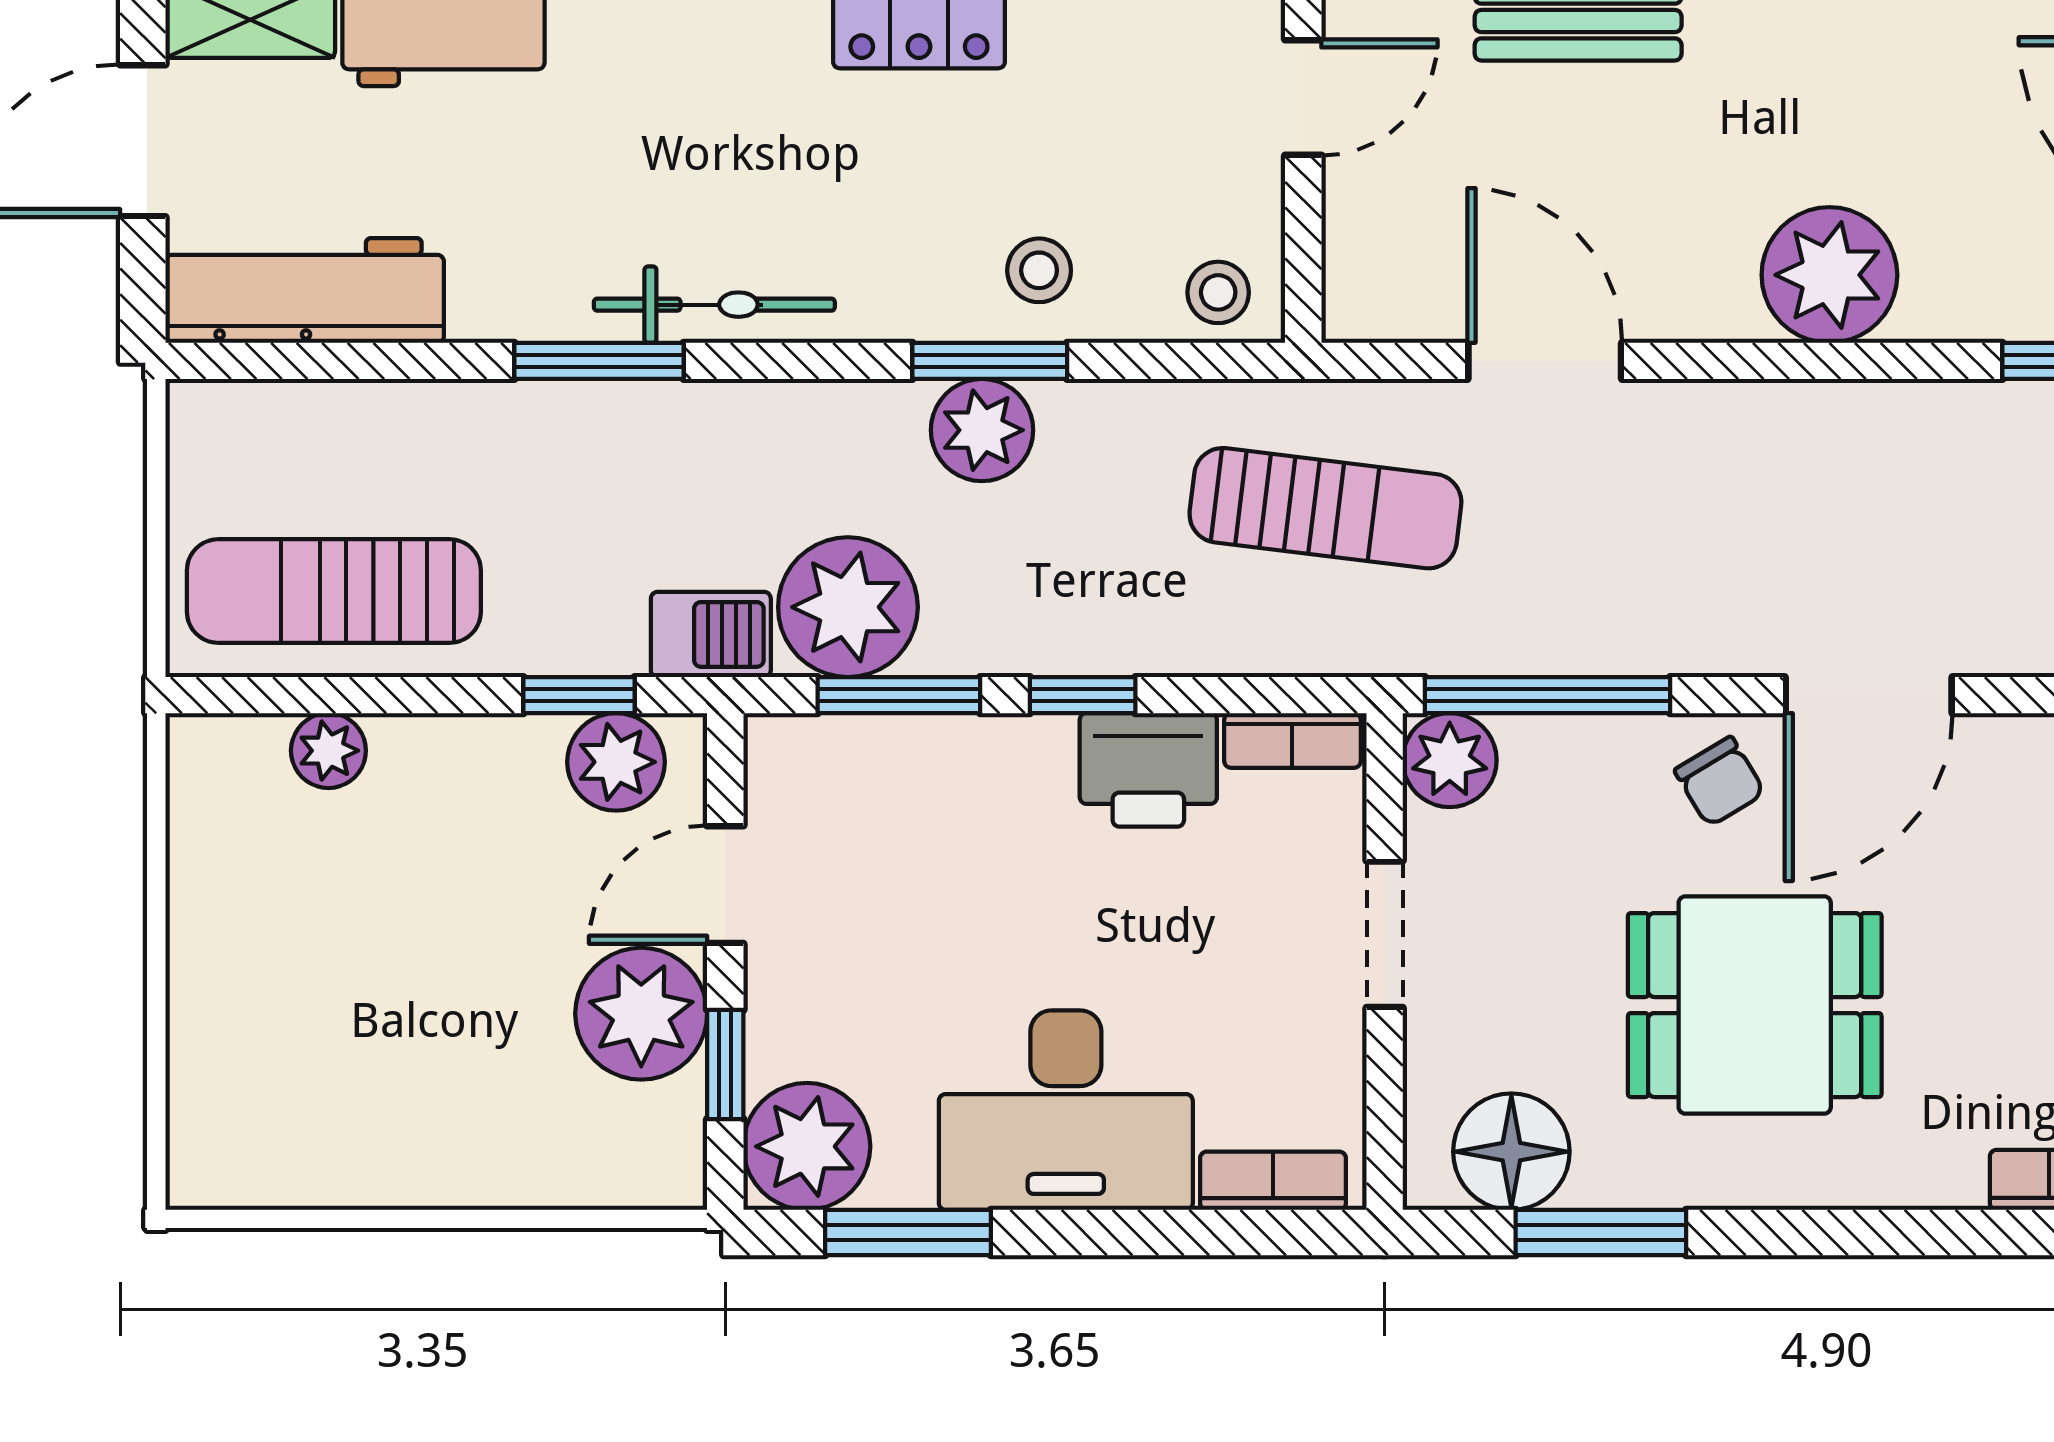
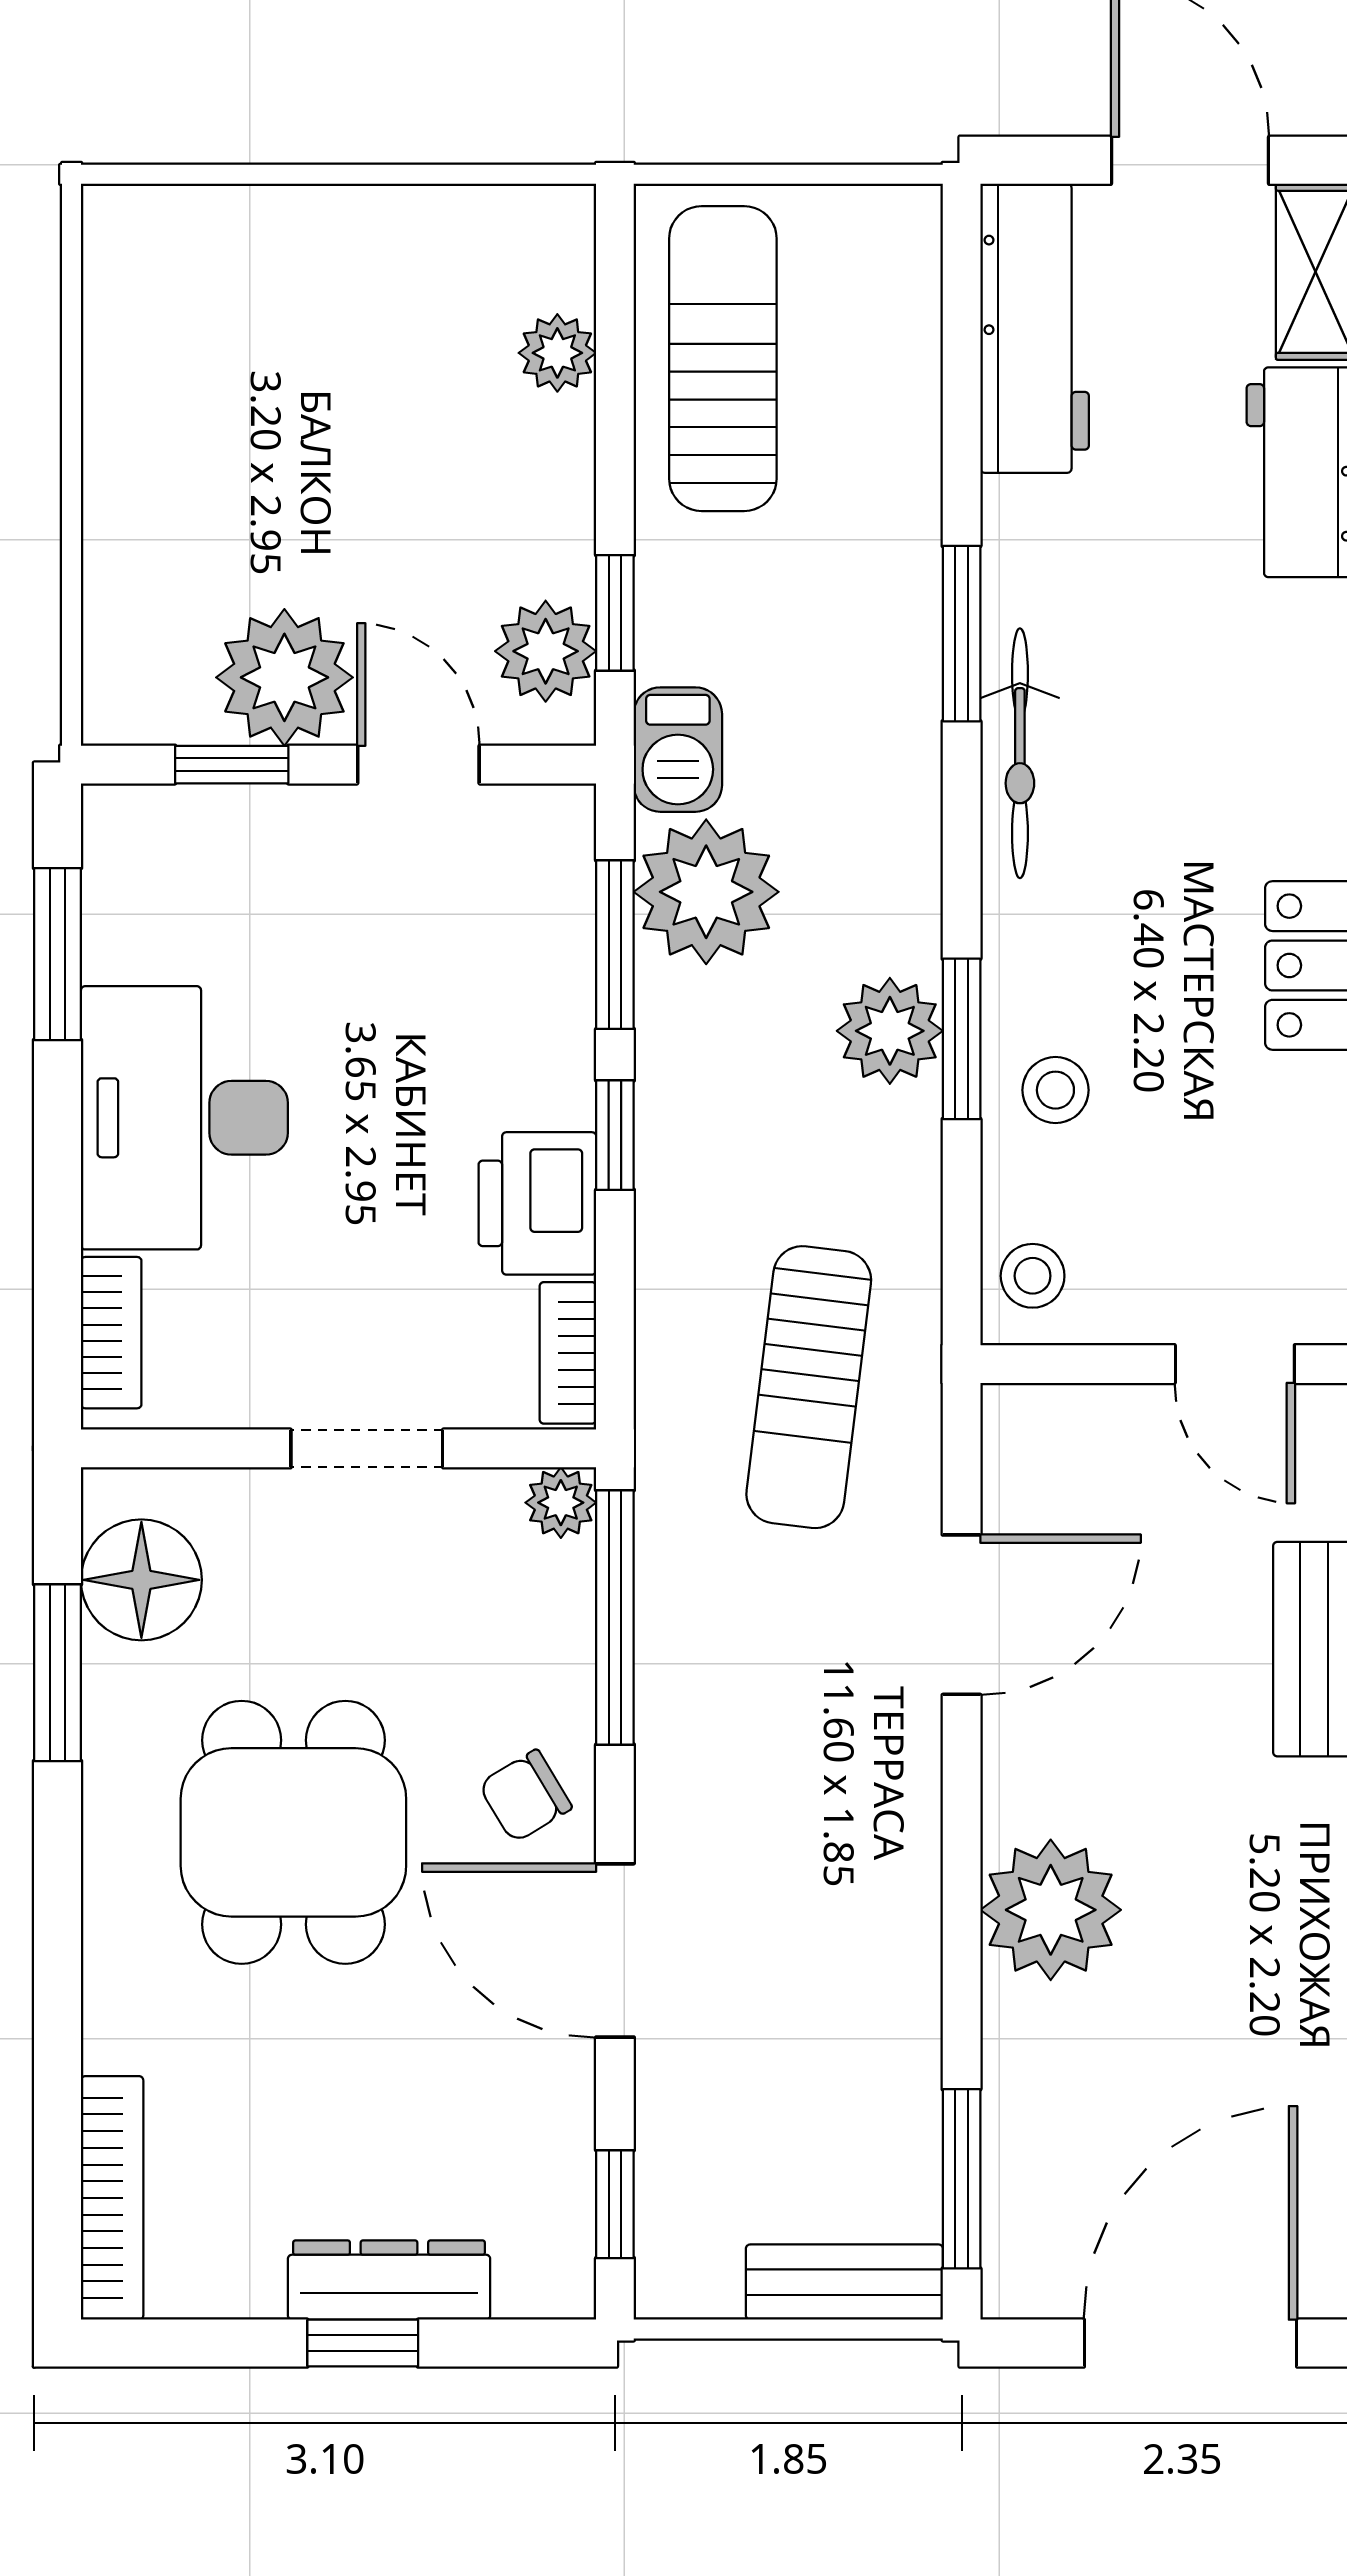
plant: (1450, 760) -> (561, 1503), width x0.73, depth x0.73
plant: (807, 1146) -> (147, 849), removed

